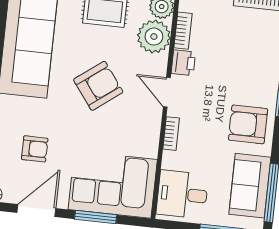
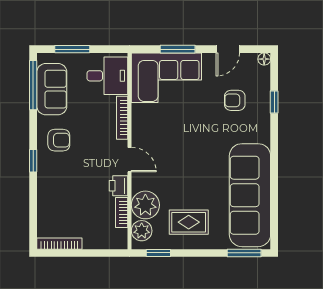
armchair: (98, 86) -> (187, 159), removed
armchair: (248, 124) -> (59, 140), width x0.72, depth x0.72
bookcase: (171, 134) -> (122, 118), width x1.56
door: (36, 210) -> (228, 49), width x0.73

